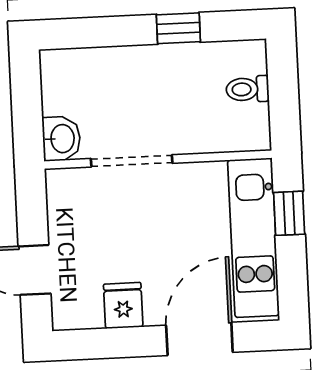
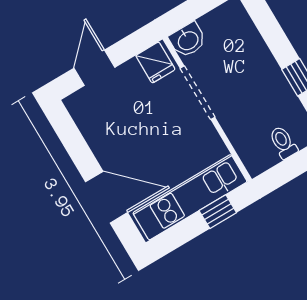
fridge: (123, 306) -> (155, 63), moved, turned 90

